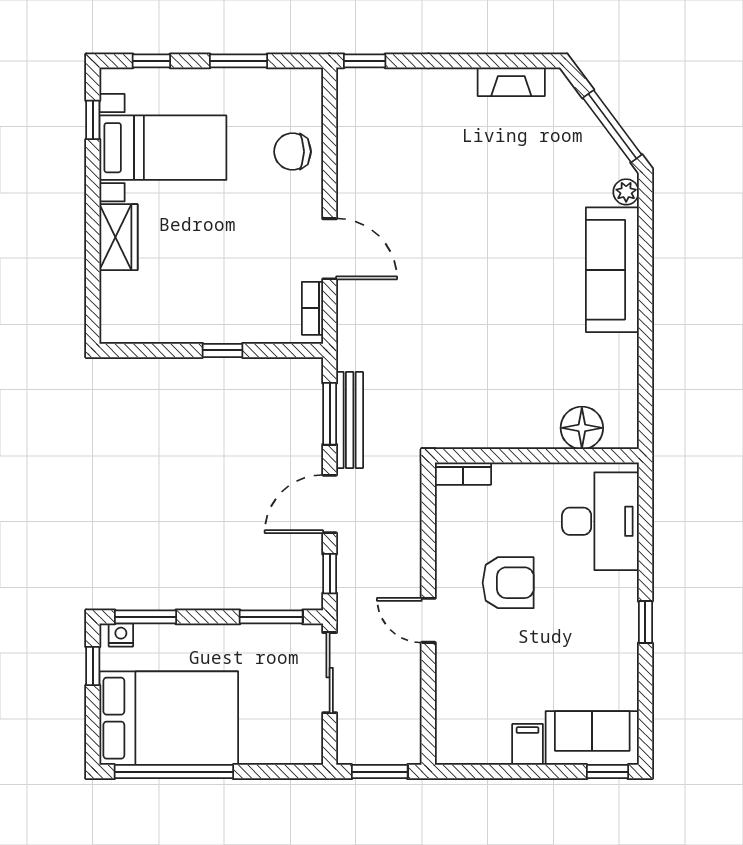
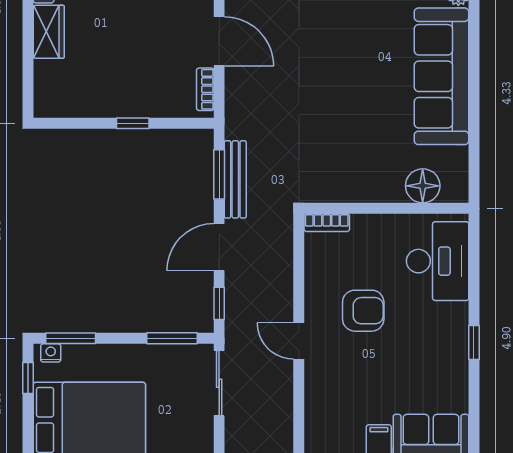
sofa: (612, 270) -> (441, 76), width x1.36, depth x1.27

